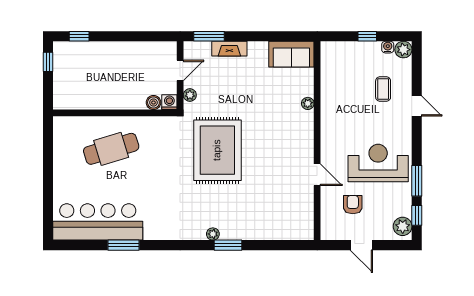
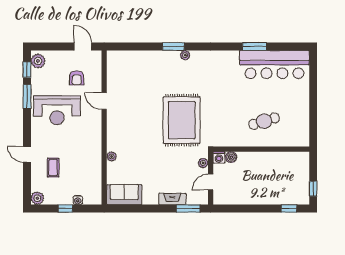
water cooler: (388, 47) -> (78, 200), moved
cafe table: (111, 149) -> (264, 121), width x0.73, depth x0.74
door: (361, 245) -> (83, 46), moved

